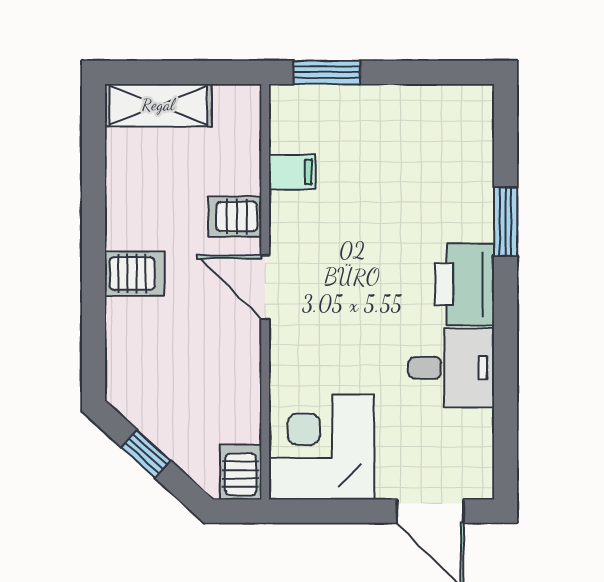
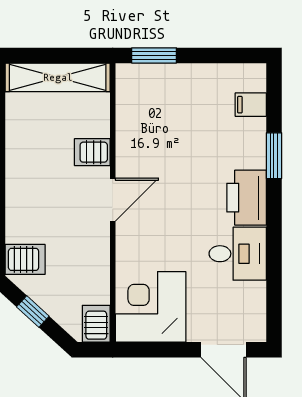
shelving: (158, 105) -> (58, 77), width x1.47
filing cabinet: (292, 172) -> (251, 105), moved, turned 180
server rack: (135, 274) -> (25, 259), moved
door: (265, 287) -> (113, 200), swing flipped

